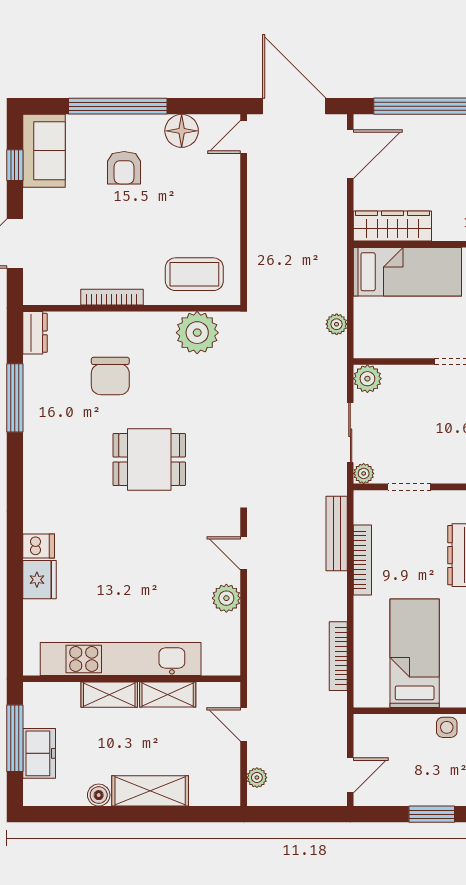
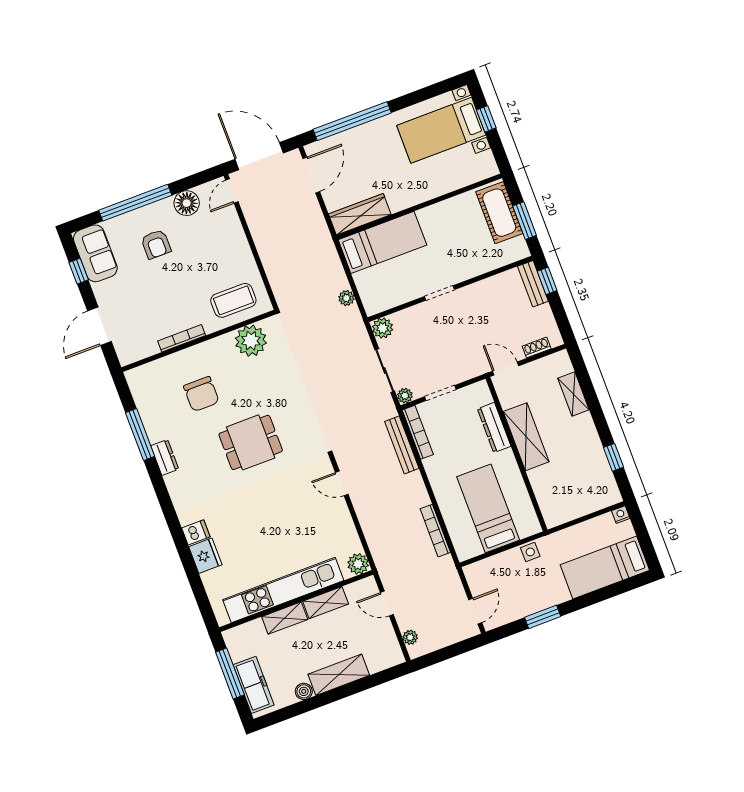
dresser: (35, 333) -> (165, 457), moved
bookcase: (362, 560) -> (418, 432), moved
plant: (226, 598) -> (358, 564), moved
freezer: (39, 753) -> (254, 685), width x1.40

